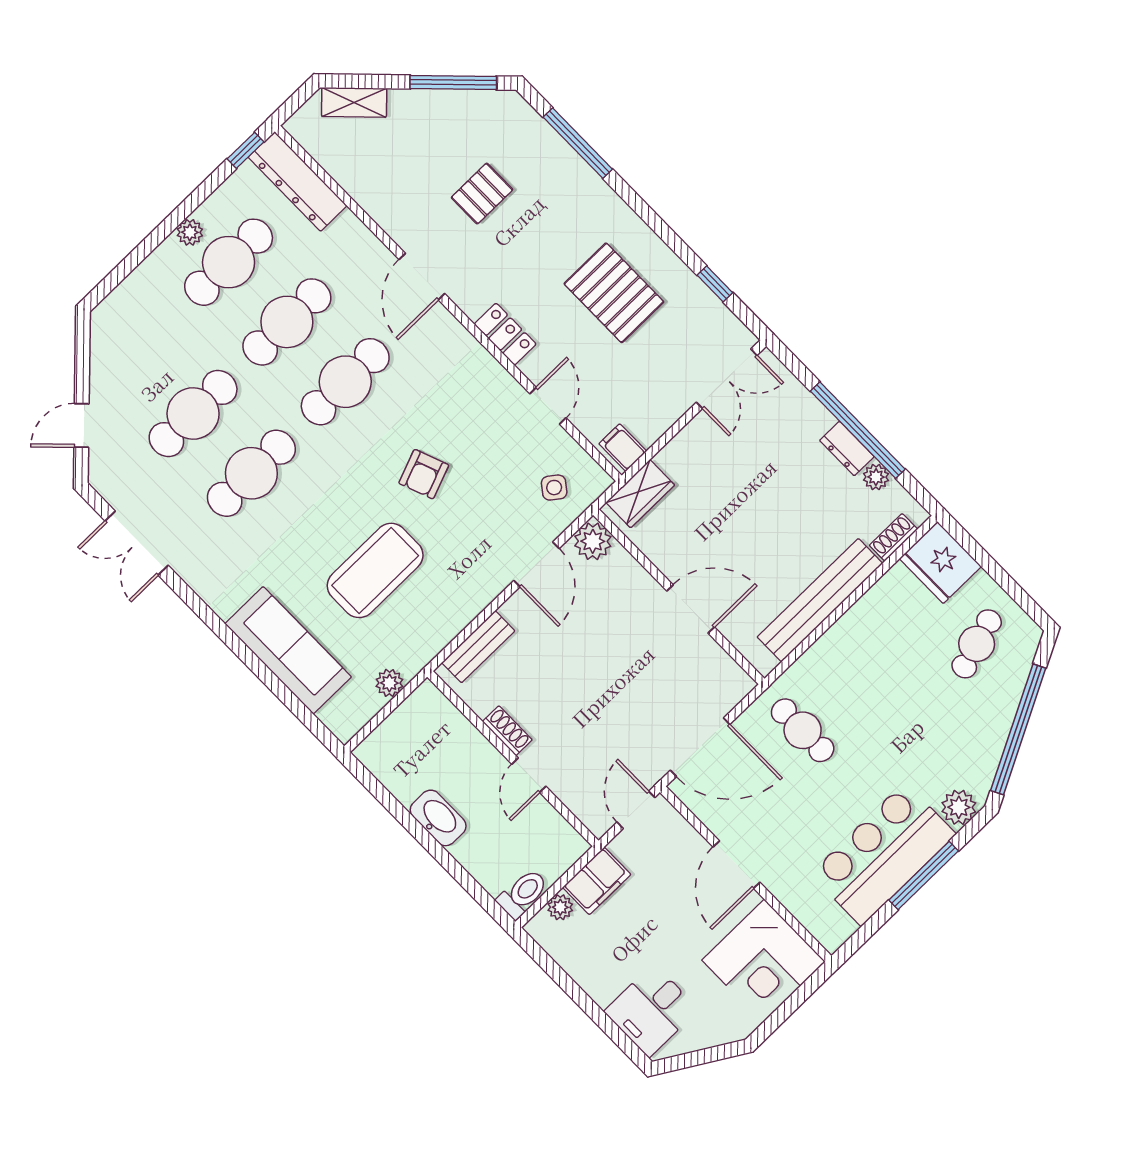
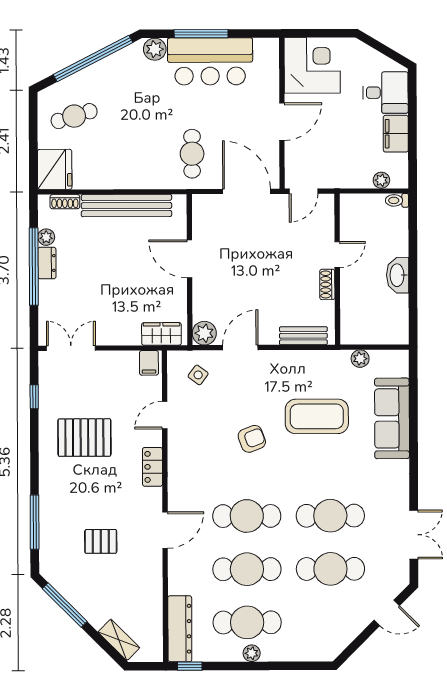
pallet: (614, 293) -> (84, 438), turned 90
filing cabinet: (597, 881) -> (396, 134), moved, turned -90
toilet: (523, 894) -> (397, 200), width x0.73, depth x0.72

